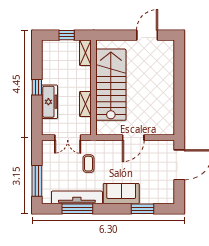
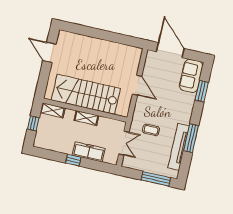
shelving: (85, 104) -> (86, 118), moved
sofa: (121, 194) -> (191, 76), moved
window: (77, 209) -> (191, 138), moved

